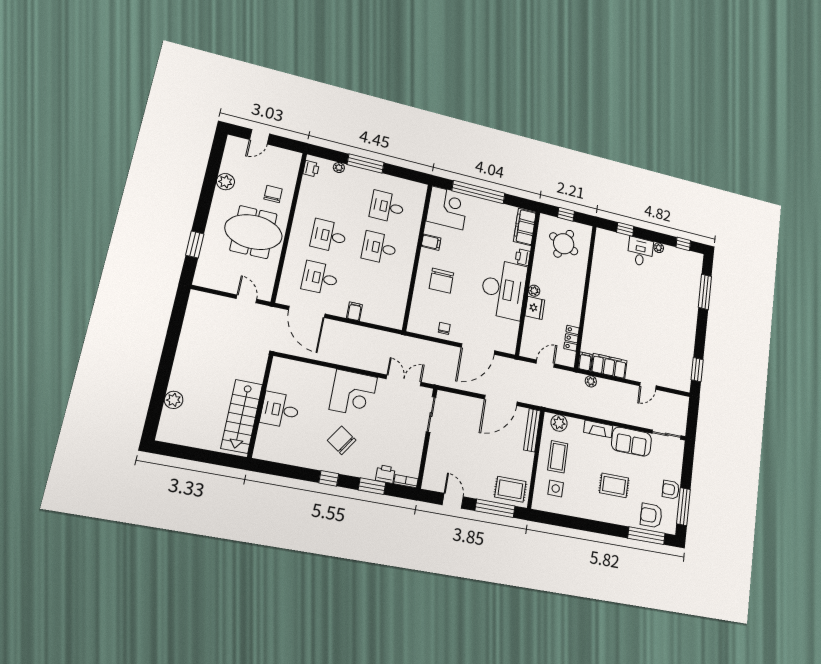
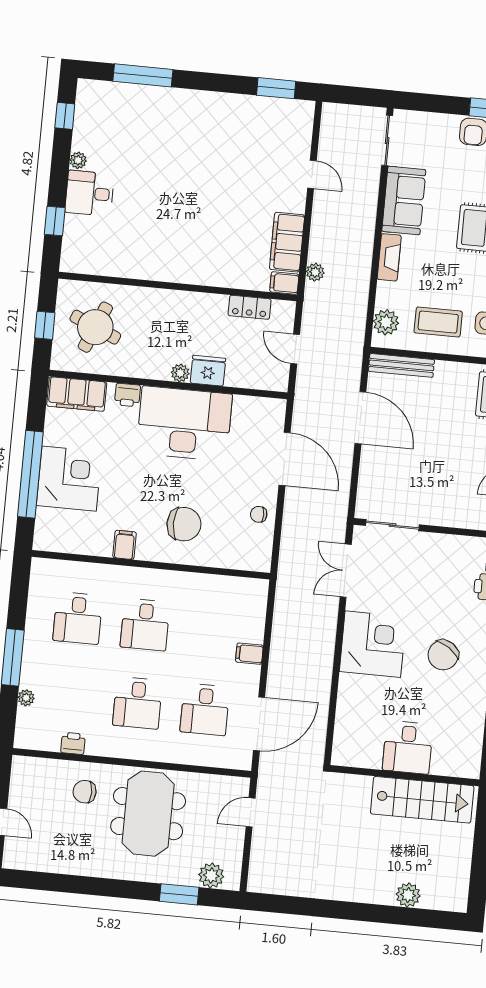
printer: (311, 169) -> (73, 743), moved
plant: (225, 182) -> (211, 876), moved
corner desk: (447, 208) -> (69, 479), moved, turned 90

